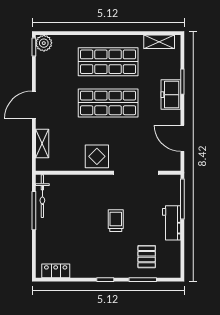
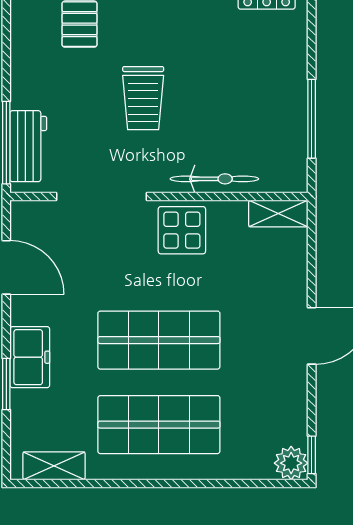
shelving: (42, 143) -> (278, 214), moved, turned 90
bicycle: (42, 196) -> (214, 179), moved, turned 90
trolley: (116, 221) -> (143, 98), width x1.36, depth x1.39
workbench: (172, 223) -> (28, 146), moved

